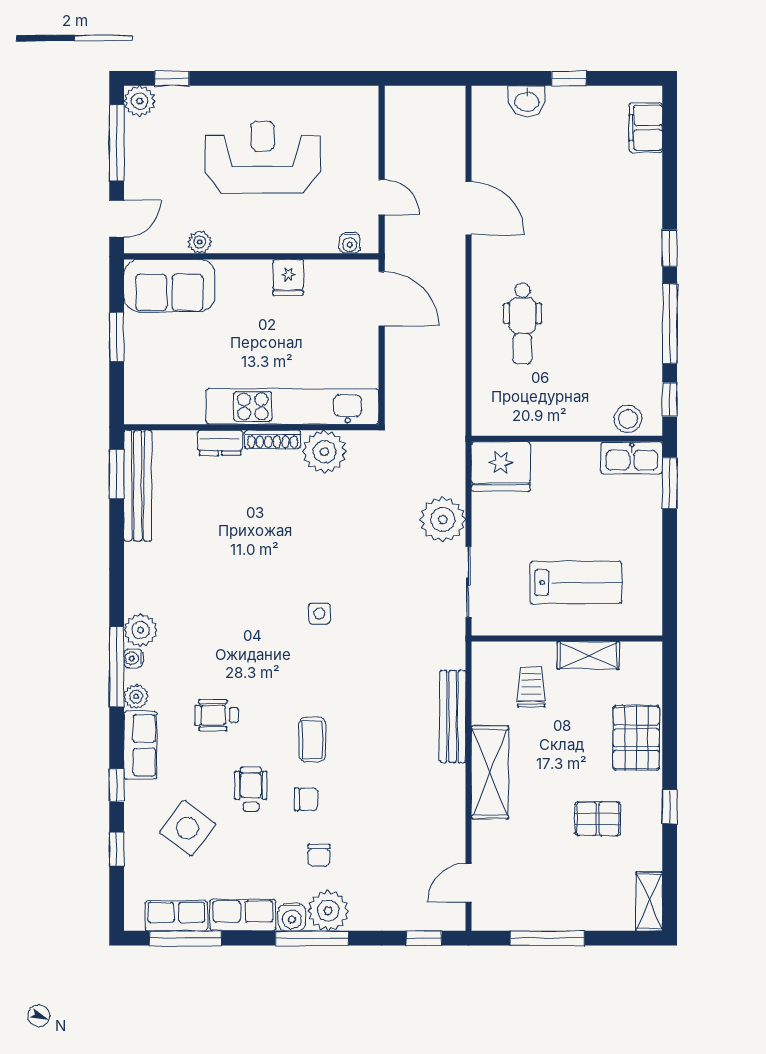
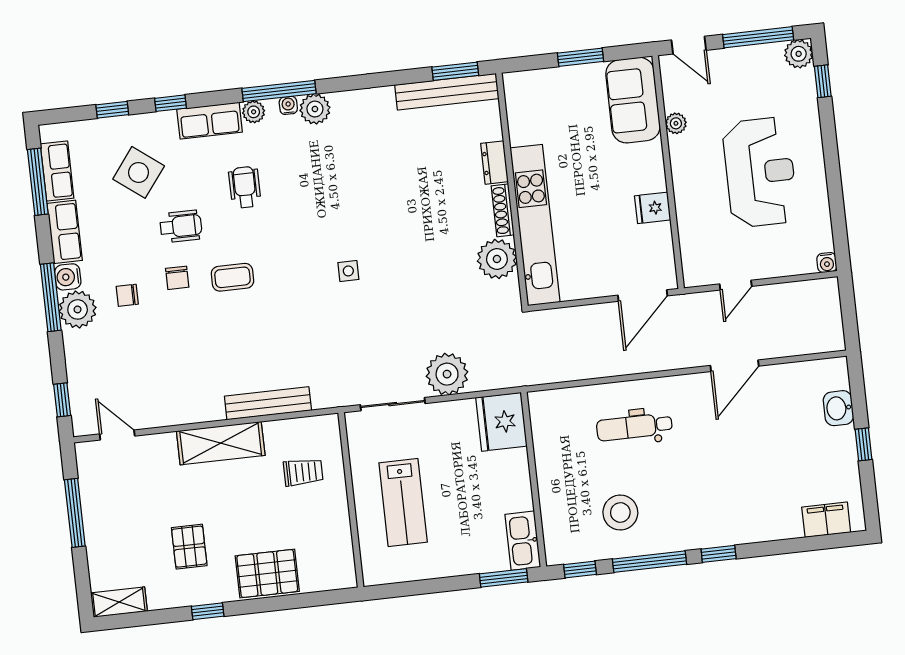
water cooler: (350, 243) -> (827, 263), moved, turned -90
stool: (628, 419) -> (620, 512), moved, width x1.38, depth x1.38
shelving: (588, 655) -> (338, 521), removed

